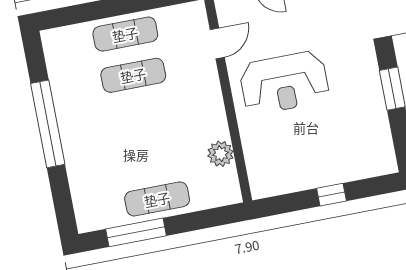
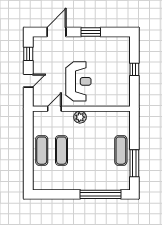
door: (217, 43) -> (54, 109), hinge flipped
window: (48, 124) -> (101, 194), moved
plant: (221, 154) -> (80, 117), moved

